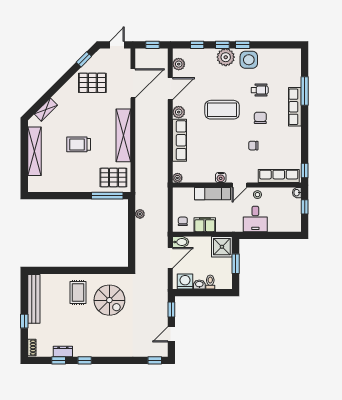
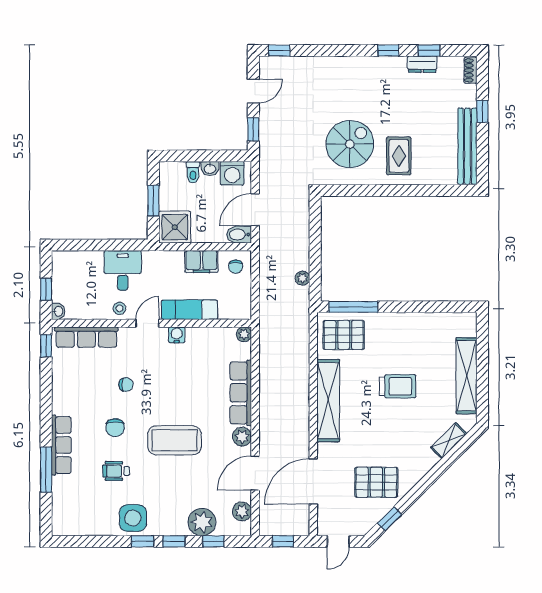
plant: (226, 57) -> (202, 522), moved
spiral stairs: (109, 300) -> (350, 144), turned 90

